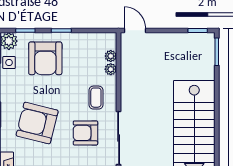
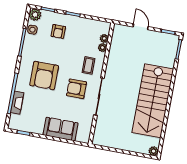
door: (135, 30) -> (141, 27), moved
armchair: (45, 58) -> (58, 31), width x0.53, depth x0.53
armchair: (37, 123) -> (44, 76), turned -104

